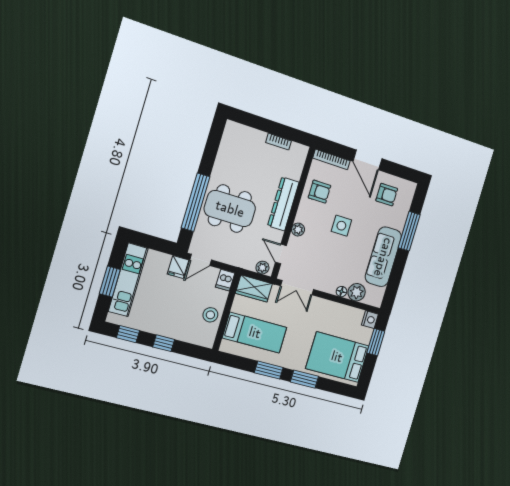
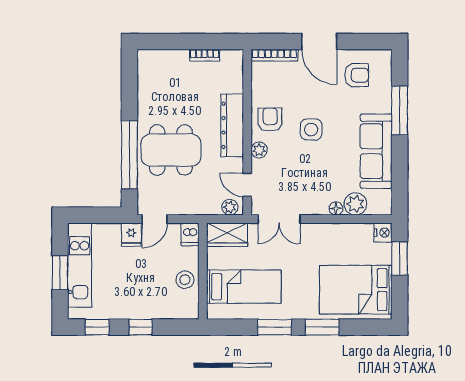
armchair: (320, 192) -> (270, 120), moved, turned -90

